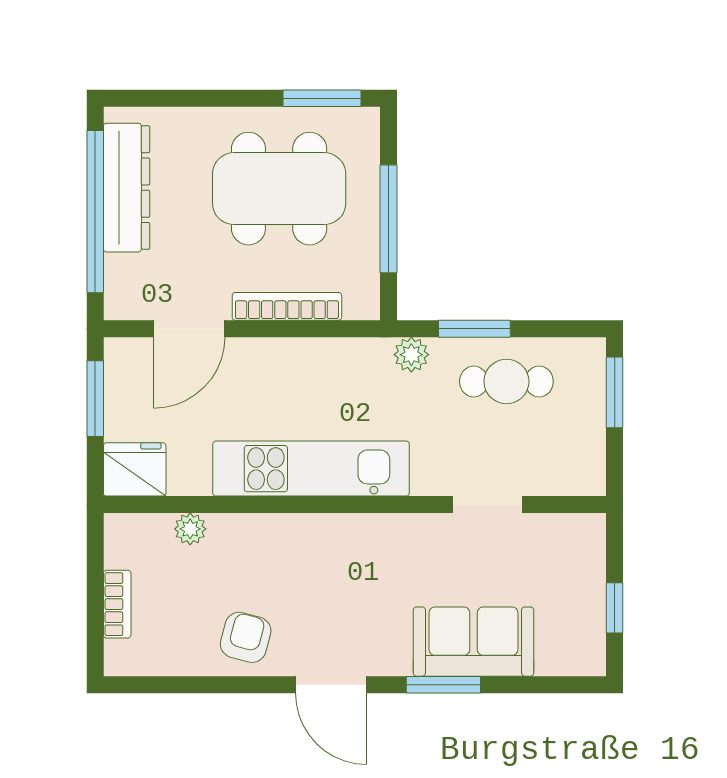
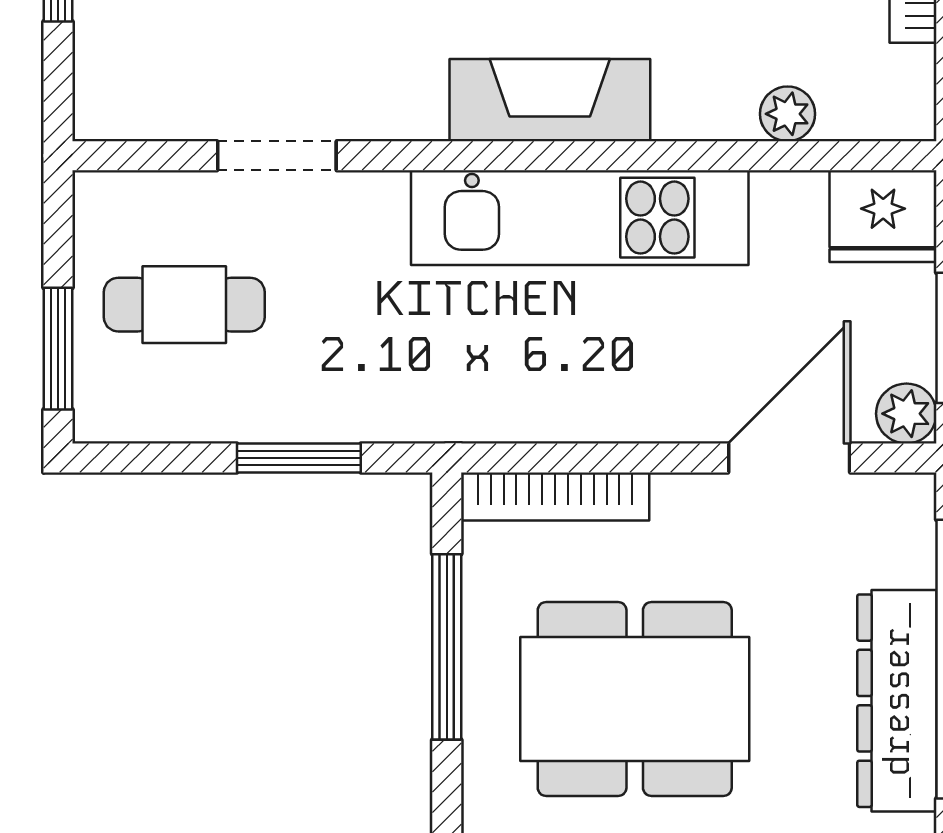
bookcase: (287, 306) -> (555, 497), moved
plant: (411, 355) -> (906, 414), moved
cafe table: (506, 381) -> (184, 305), moved
fireplace: (329, 537) -> (550, 100), added

